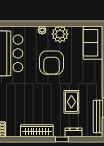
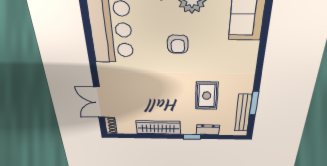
armchair: (52, 63) -> (178, 44), width x0.53, depth x0.53

